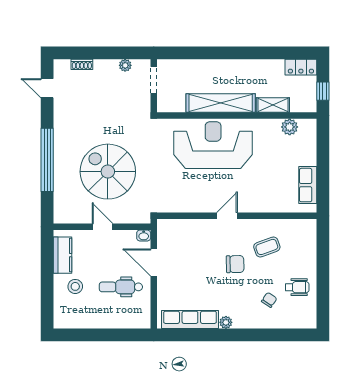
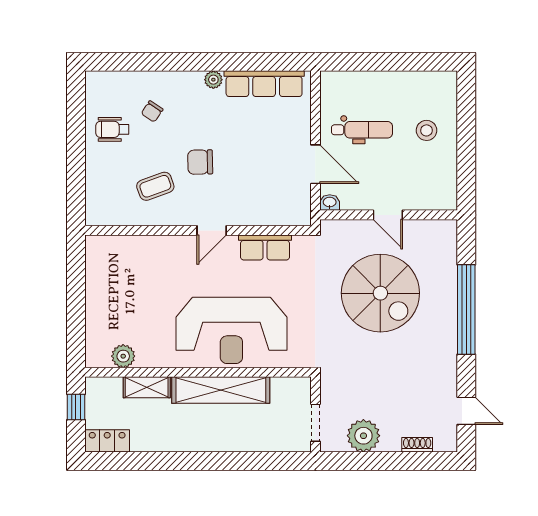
plant: (125, 65) -> (363, 436), width x1.88, depth x1.88
row of seats: (308, 185) -> (265, 247), moved, turned 90
kitchen counter: (63, 255) -> (444, 175), removed

